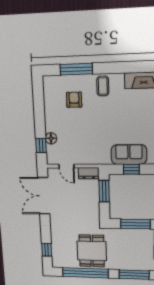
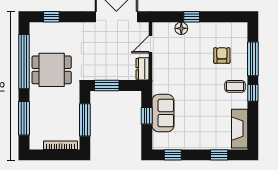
window: (109, 68) -> (253, 93), added
armchair: (74, 100) -> (222, 55), turned -90
window: (41, 146) -> (192, 17), moved
window: (104, 191) -> (107, 86), moved

